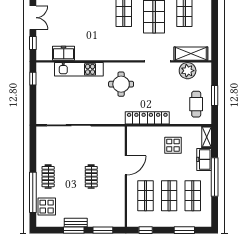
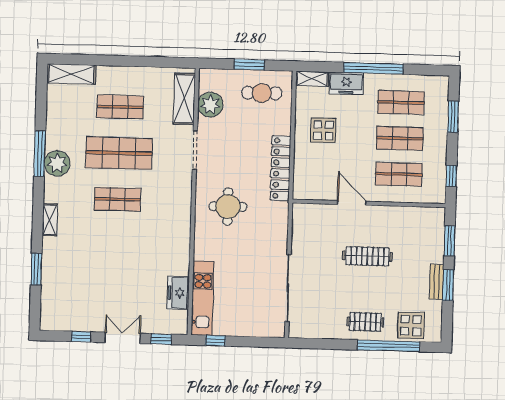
kitchen unit: (79, 69) -> (203, 298), moved
clothes rail: (91, 177) -> (367, 256), width x1.36

